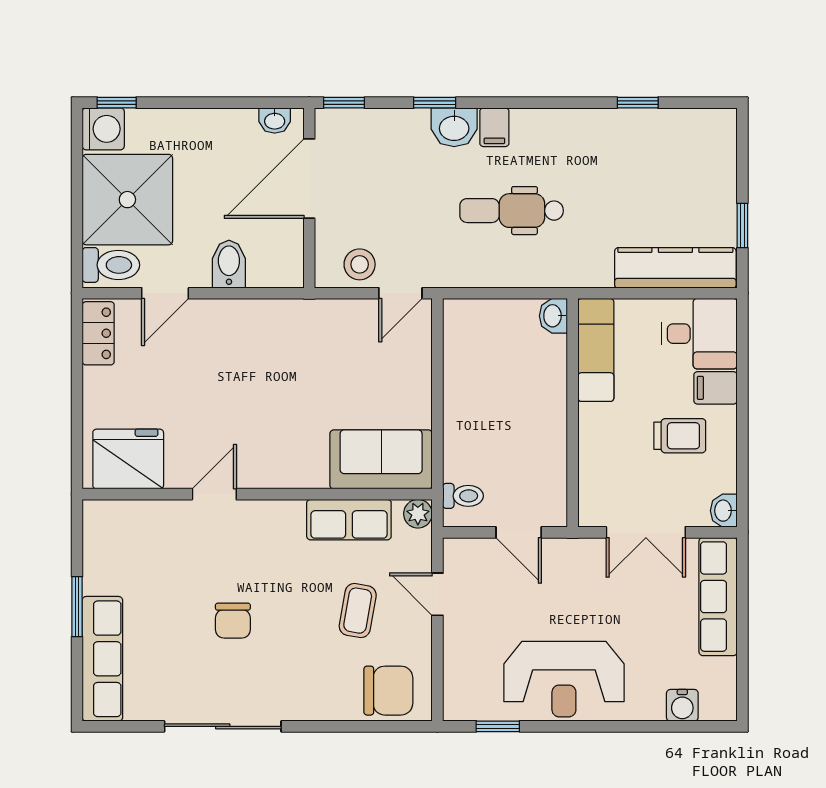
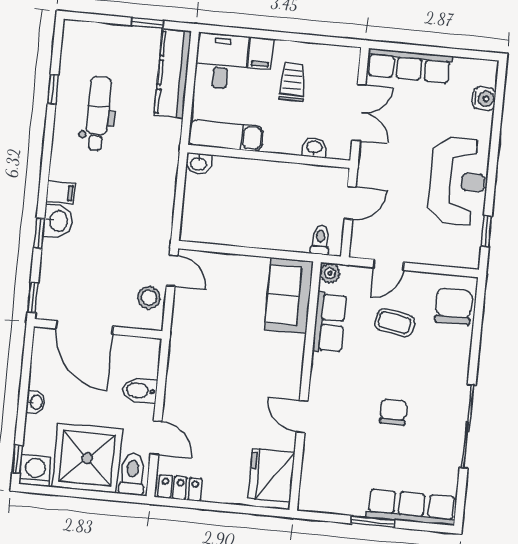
washbasin: (275, 120) -> (36, 402), moved
dental chair: (512, 211) -> (98, 114), moved, turned 180
washbasin: (724, 511) -> (314, 148), moved, turned 180
chair: (233, 621) -> (393, 412), turned -90

